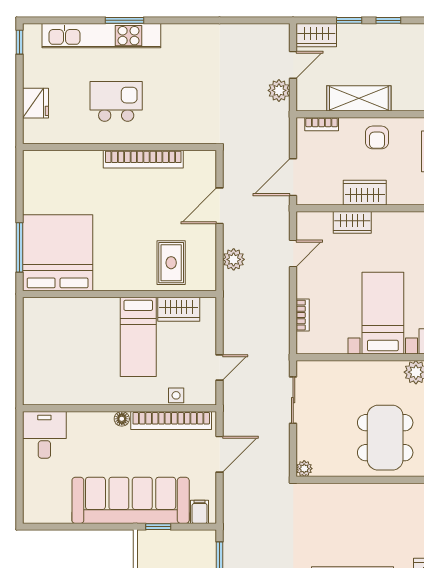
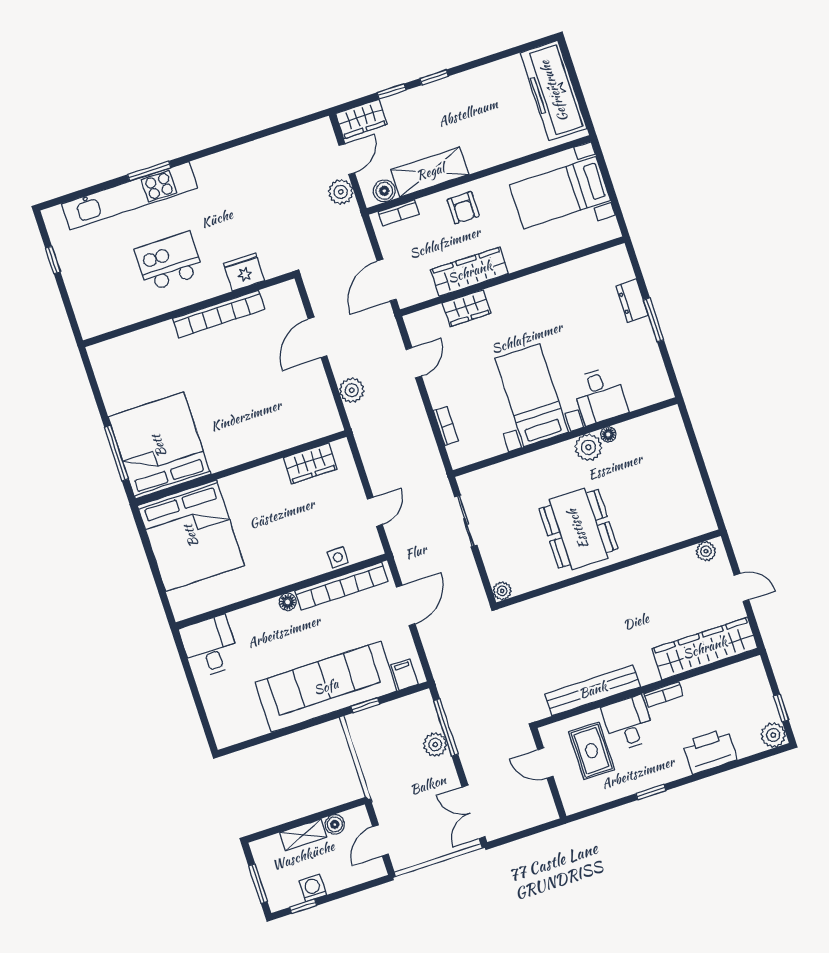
window: (19, 42) -> (53, 260), moved
boiler: (316, 102) -> (384, 191), added
fridge: (35, 103) -> (244, 272), moved, turned -90
wardrobe: (365, 193) -> (470, 272), width x1.50
rug: (171, 263) -> (285, 416), removed
bed: (138, 337) -> (191, 536), moved, width x2.04

